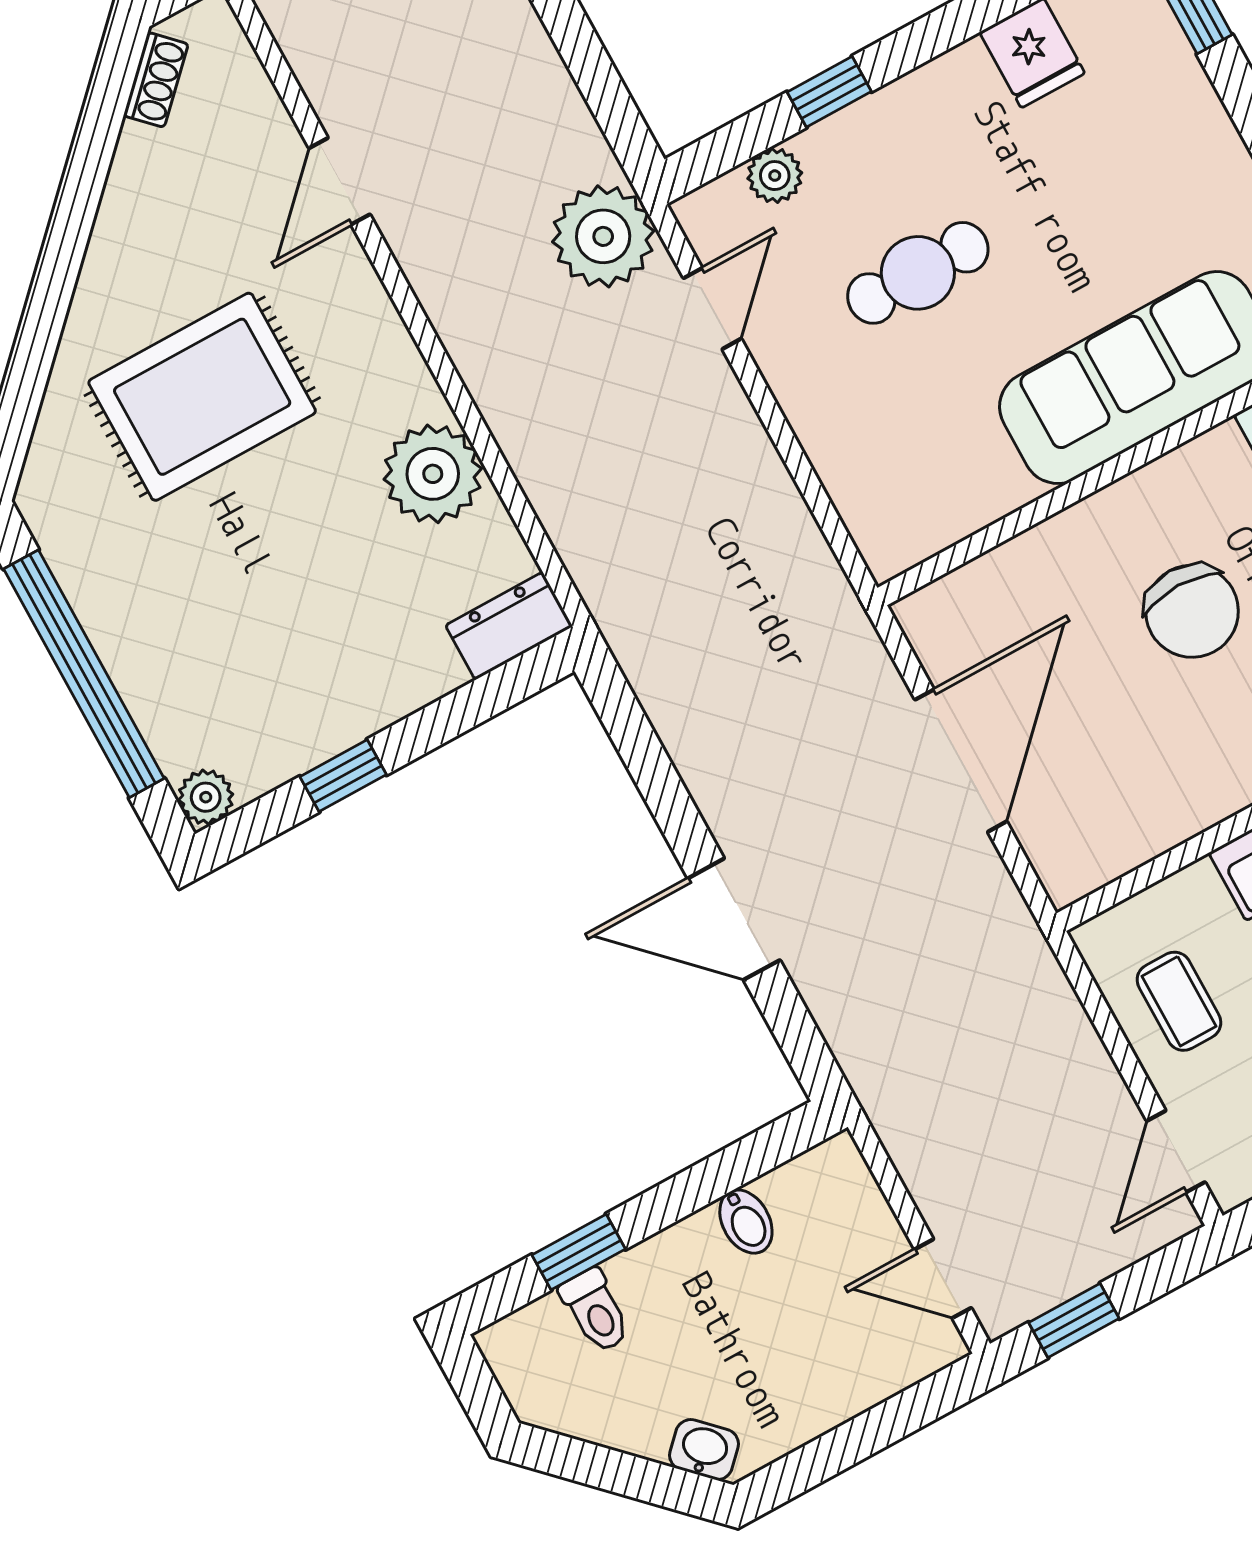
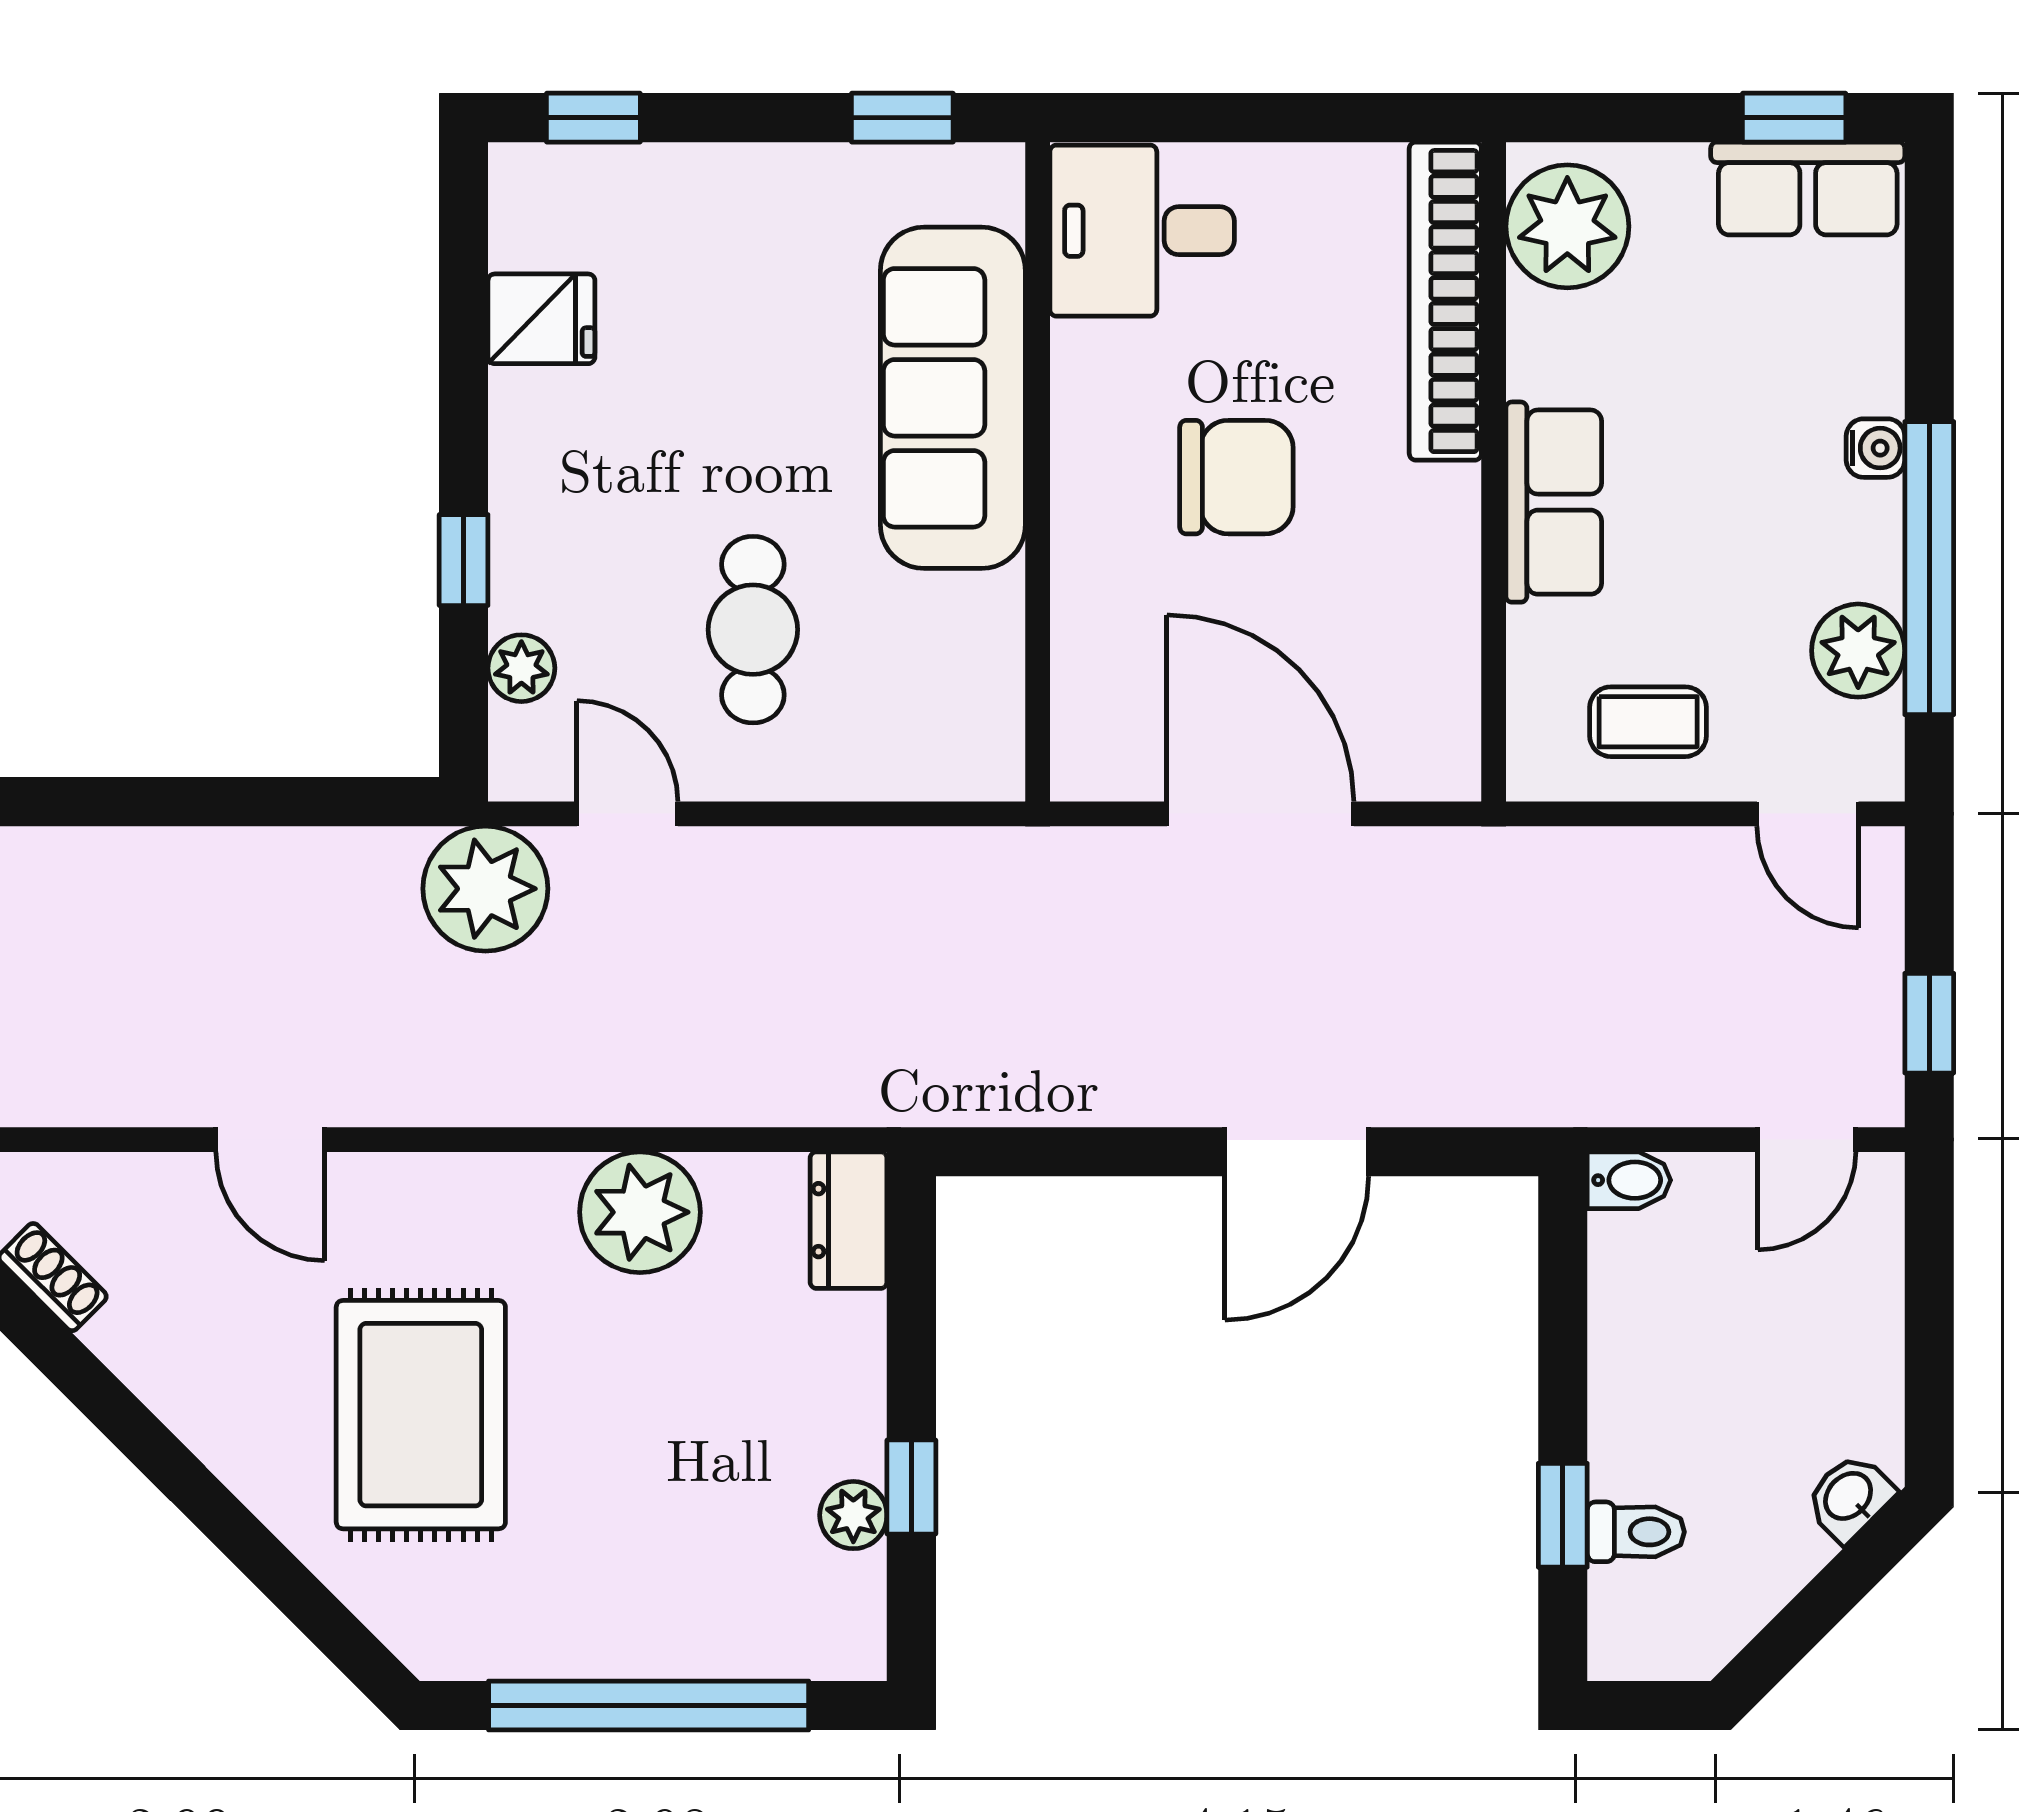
cafe table: (918, 273) -> (753, 630), moved
plant: (206, 797) -> (853, 1515), moved
bidet: (746, 1222) -> (1629, 1180), moved

